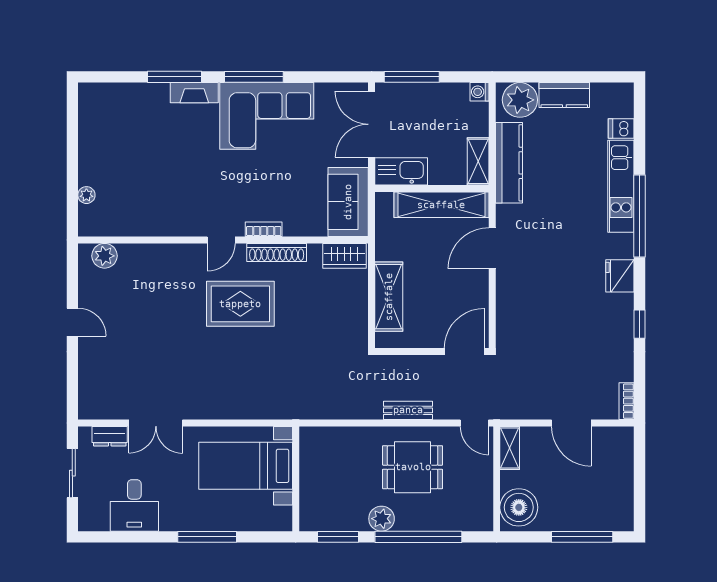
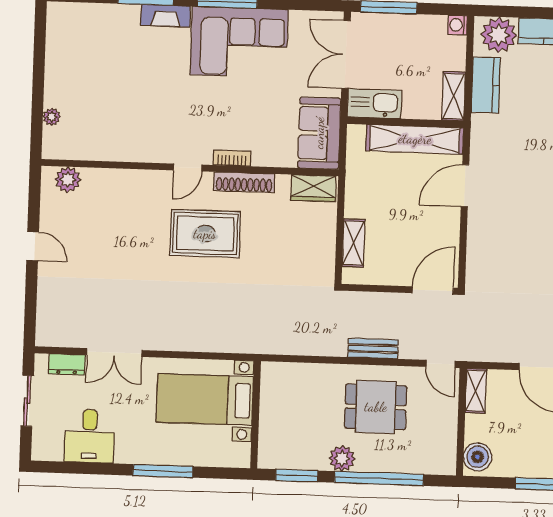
kitchen counter: (509, 163) -> (486, 85), width x0.67
shelving: (389, 297) -> (353, 243), width x0.67, depth x0.75
boiler: (519, 507) -> (478, 457), width x0.73, depth x0.73

